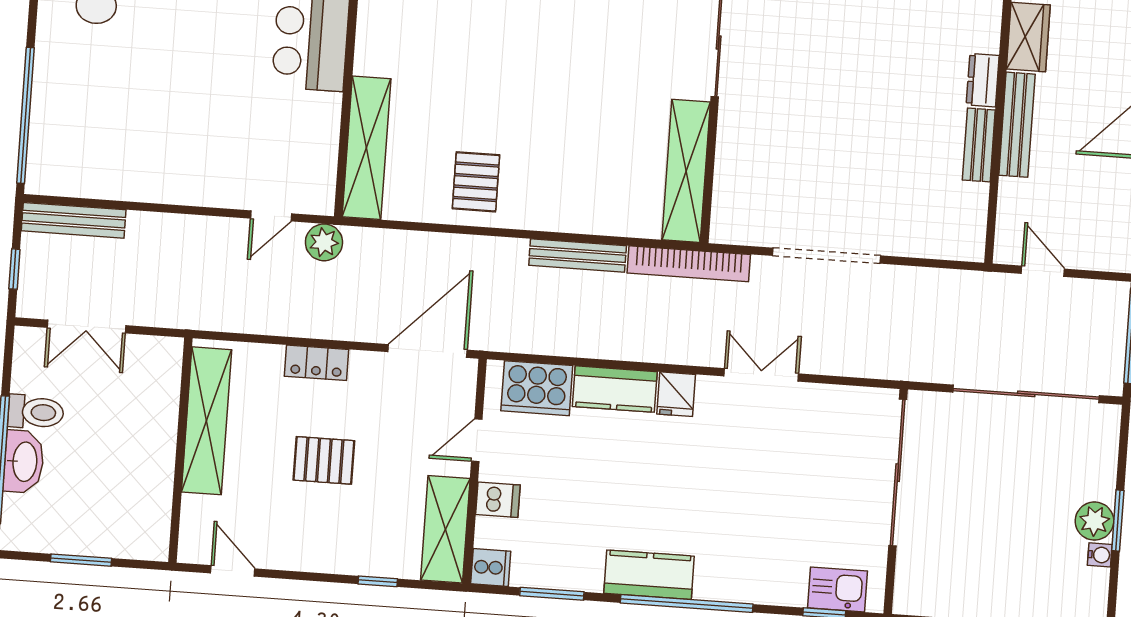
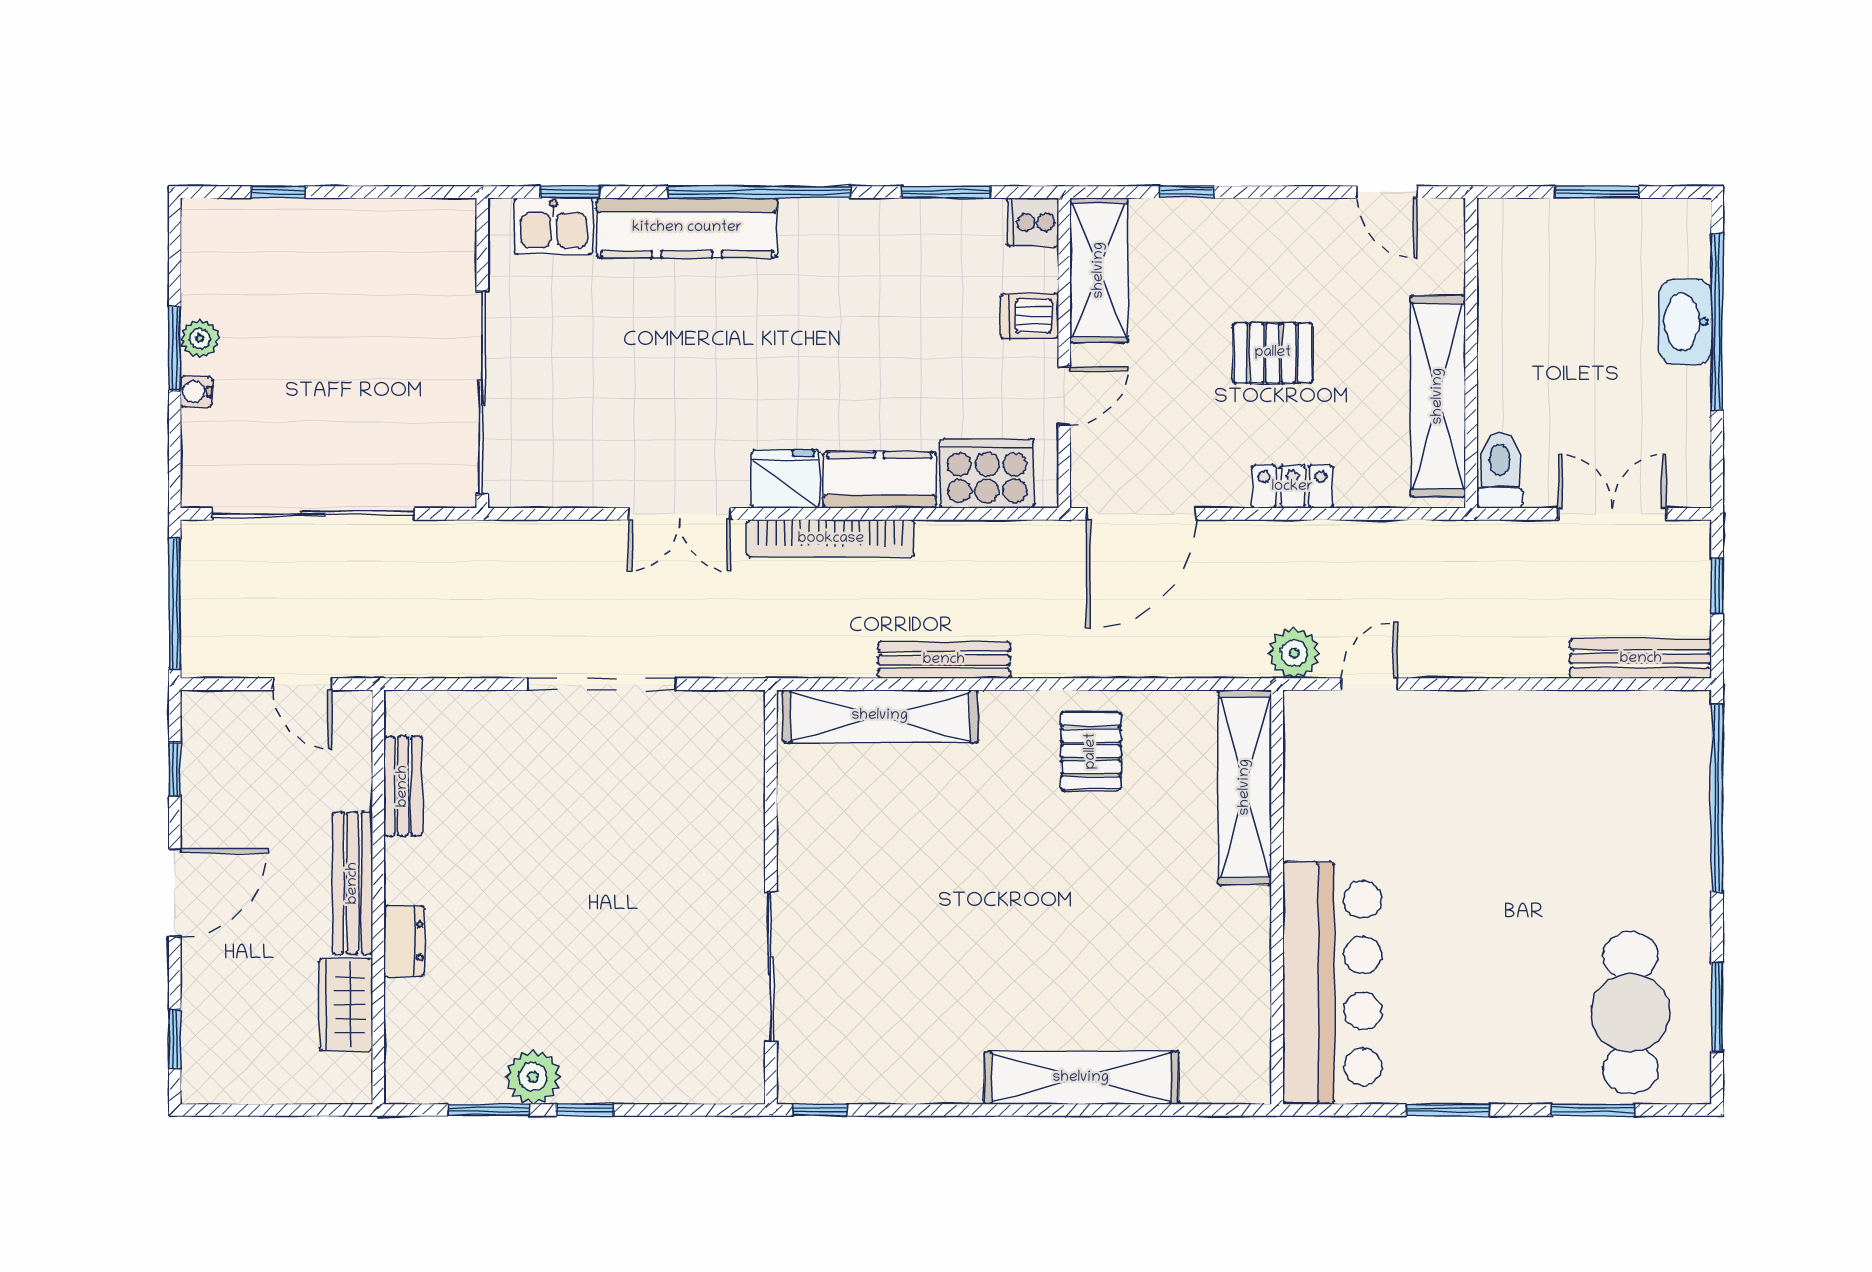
bench: (979, 145) -> (403, 786), moved
shelving: (686, 171) -> (880, 716), moved, turned 90
bookcase: (689, 264) -> (831, 539), moved, turned 180
fridge: (676, 394) -> (785, 479), width x1.38
toilet: (36, 412) -> (1500, 470), moved, turned 90
plant: (1094, 521) -> (200, 338), width x0.73, depth x0.73
water cooler: (1100, 555) -> (196, 392), moved
kitchen counter: (649, 575) -> (687, 228), moved, width x1.50

